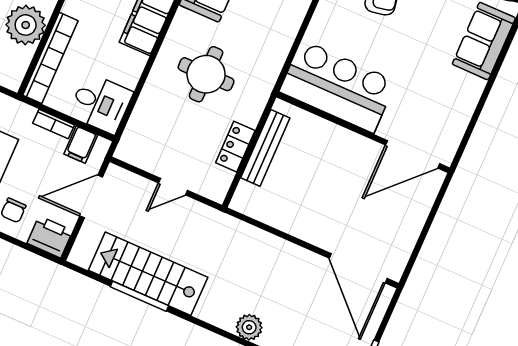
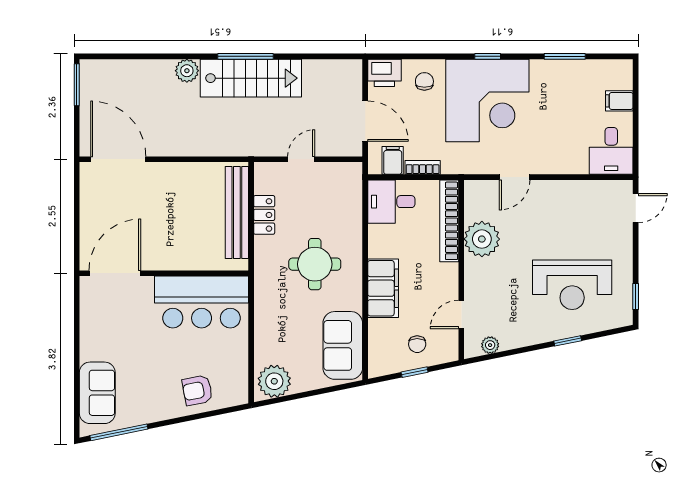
bench: (265, 148) -> (237, 212), width x1.37, depth x1.21
door: (91, 197) -> (365, 121), hinge flipped
stairs: (148, 274) -> (251, 78), moved
window: (139, 296) -> (246, 56), moved

